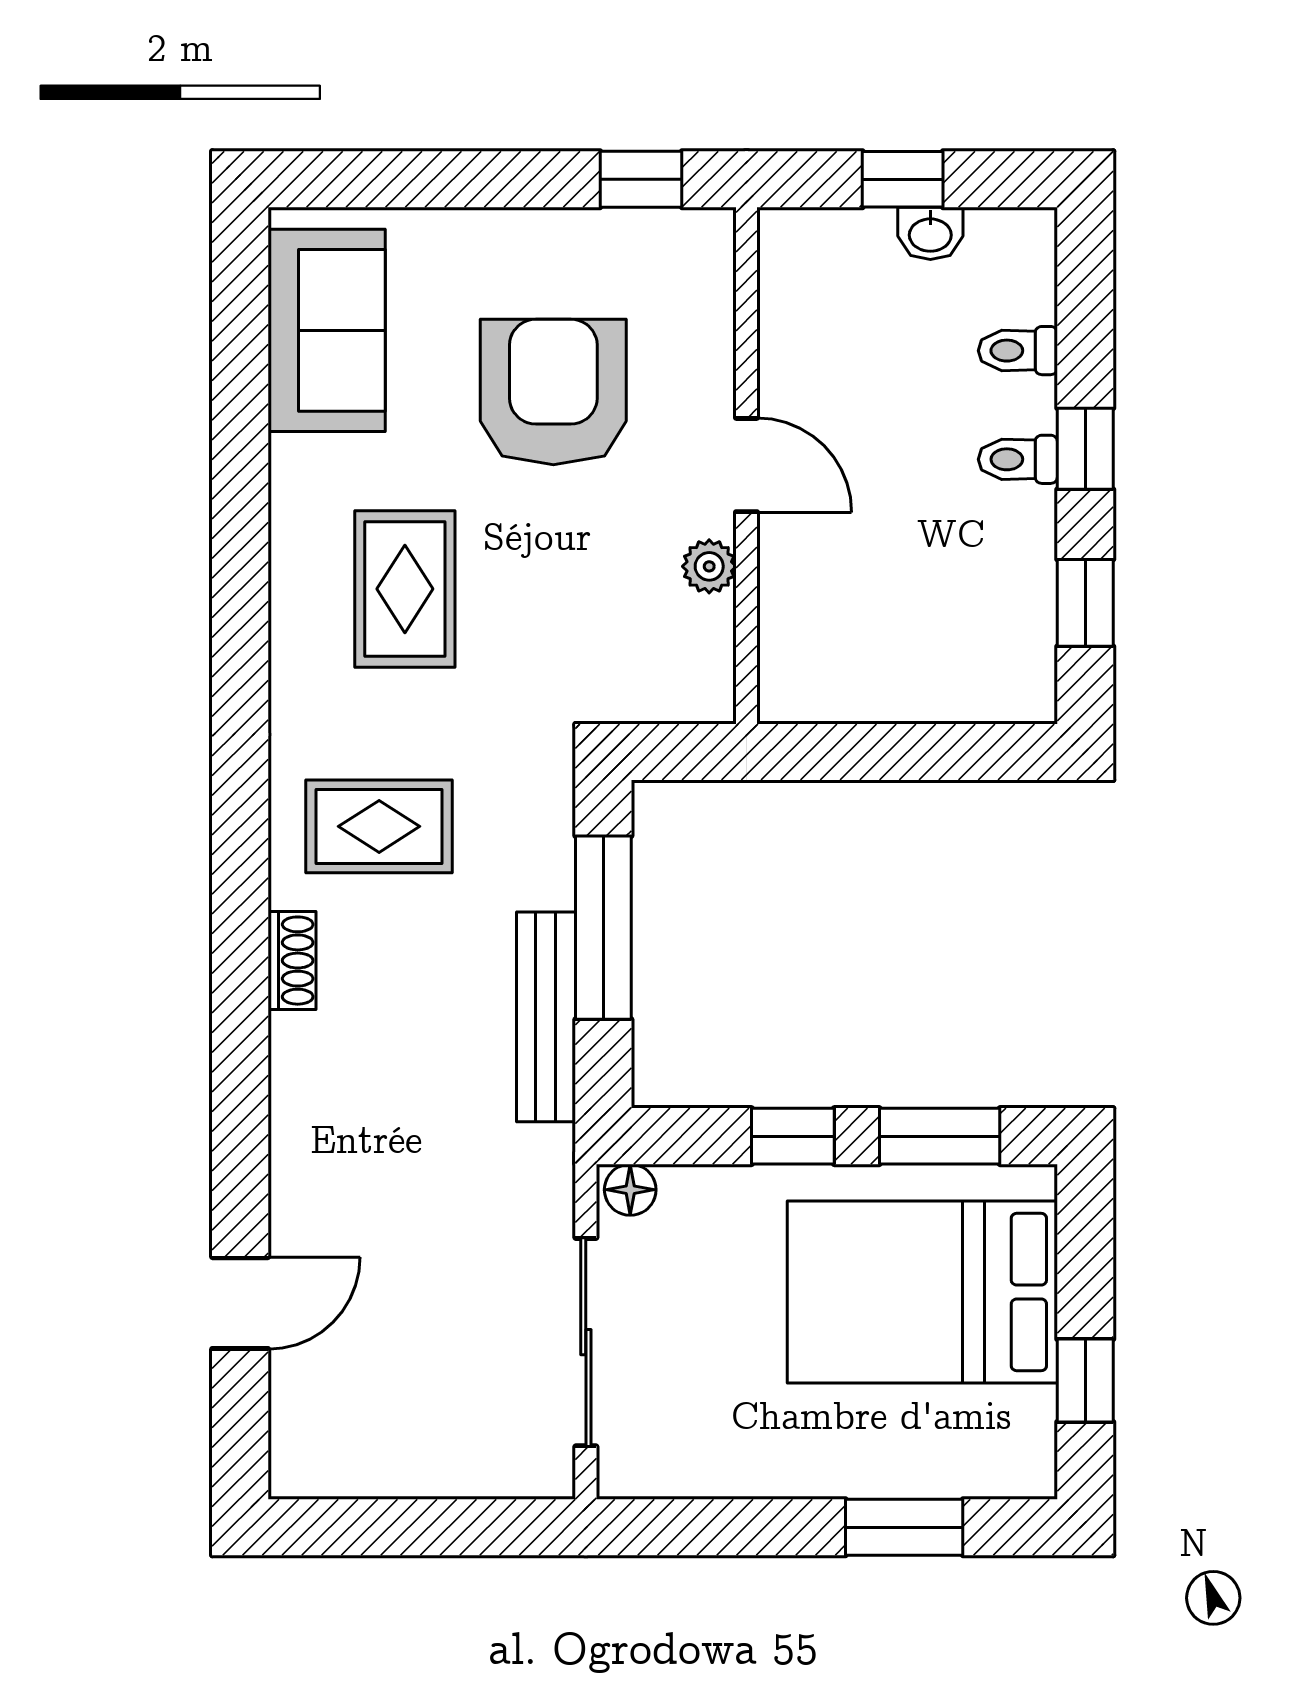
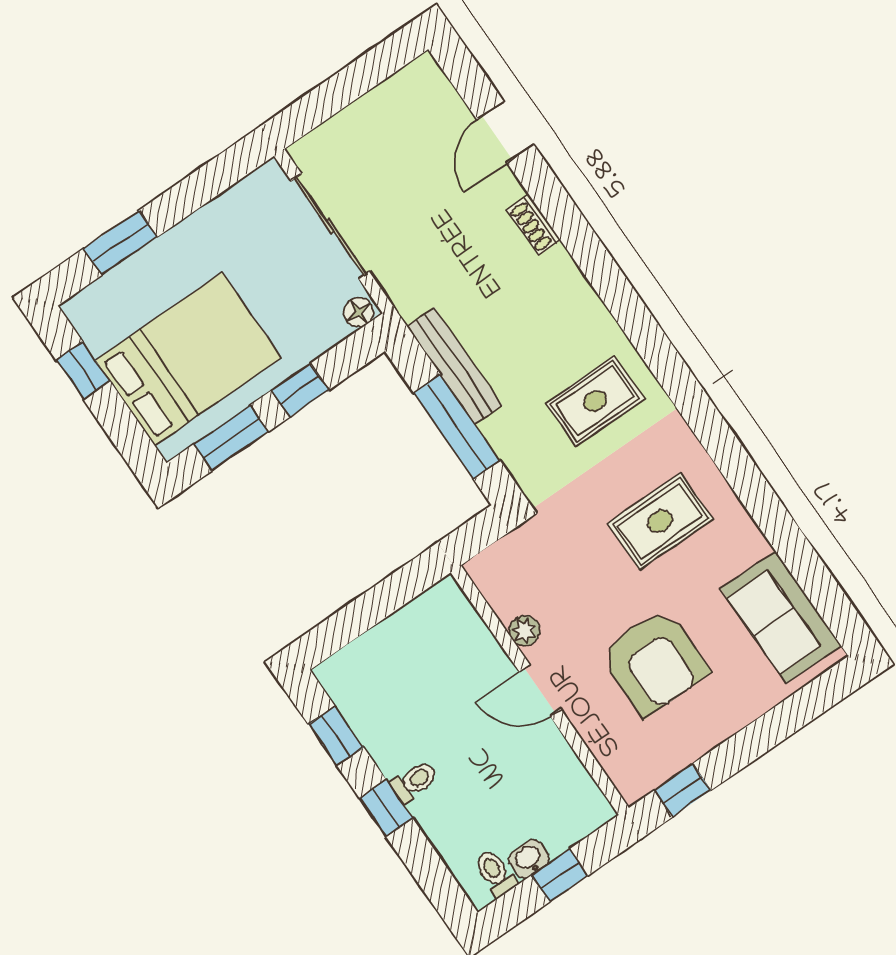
toilet: (1018, 351) -> (495, 873), moved, turned -90
rug: (405, 589) -> (660, 521), turned 90
shoe rack: (292, 961) -> (533, 225), moved

